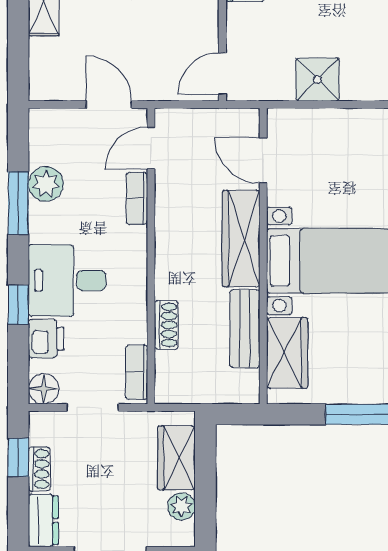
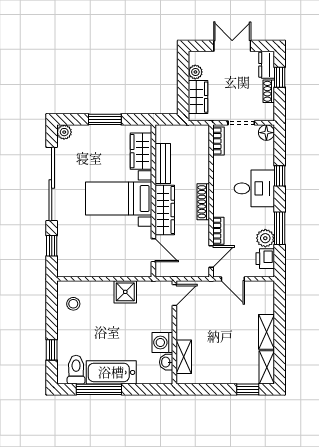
shoe rack: (166, 325) -> (203, 202), moved, width x1.43
printer: (46, 339) -> (265, 259), moved
window: (18, 457) -> (280, 77), moved

